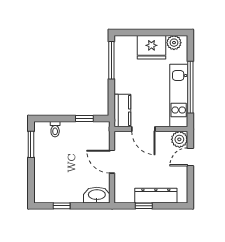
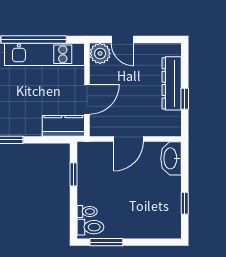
toilet: (43, 132) -> (90, 227), added

